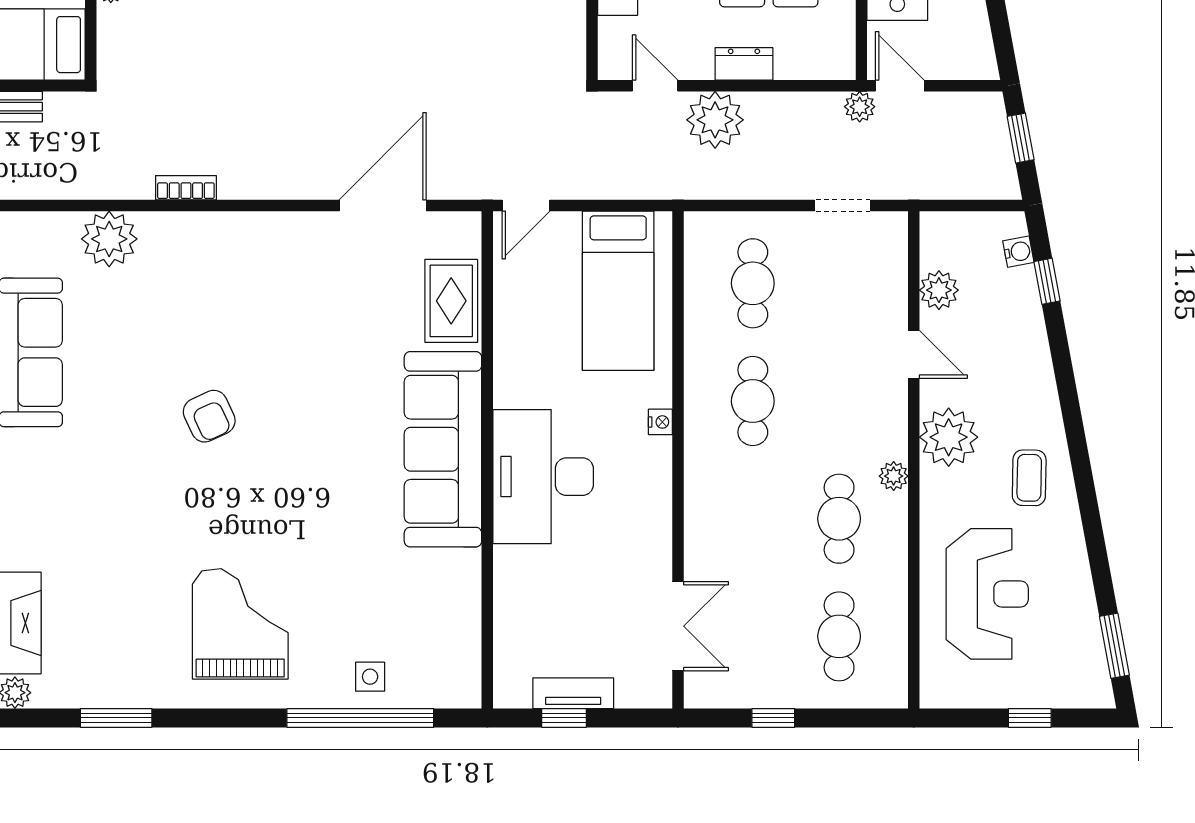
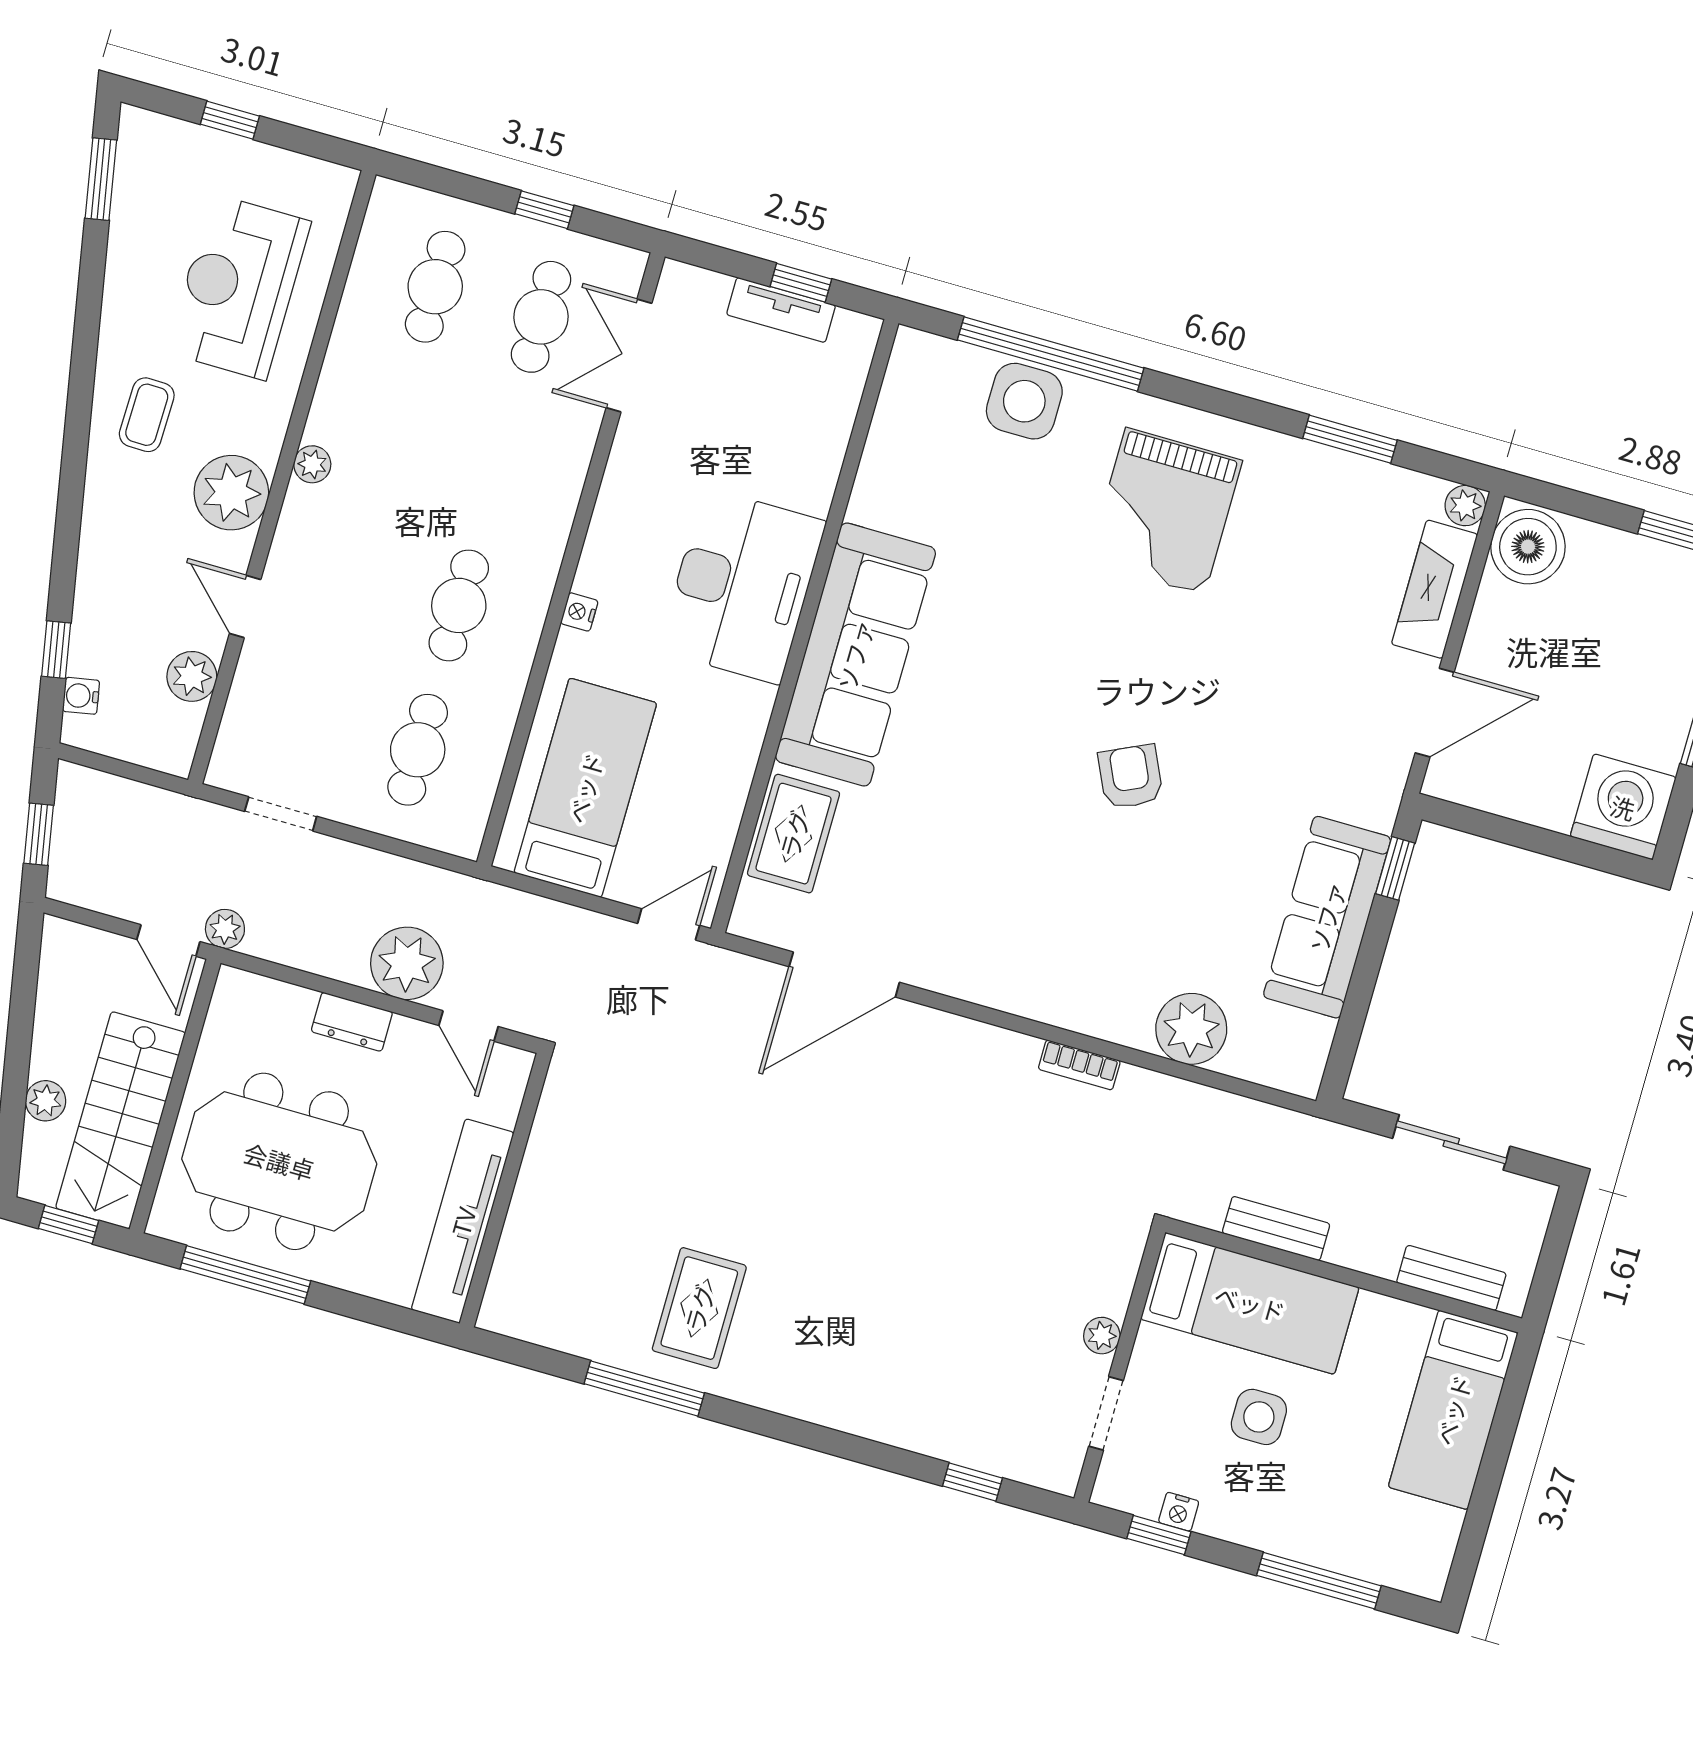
cafe table: (839, 519) -> (541, 317), moved
side table: (370, 677) -> (1024, 401), width x1.87, depth x1.87

